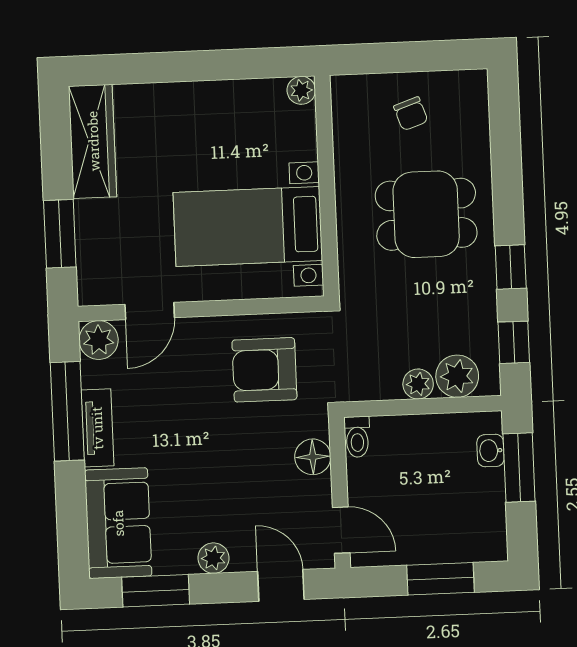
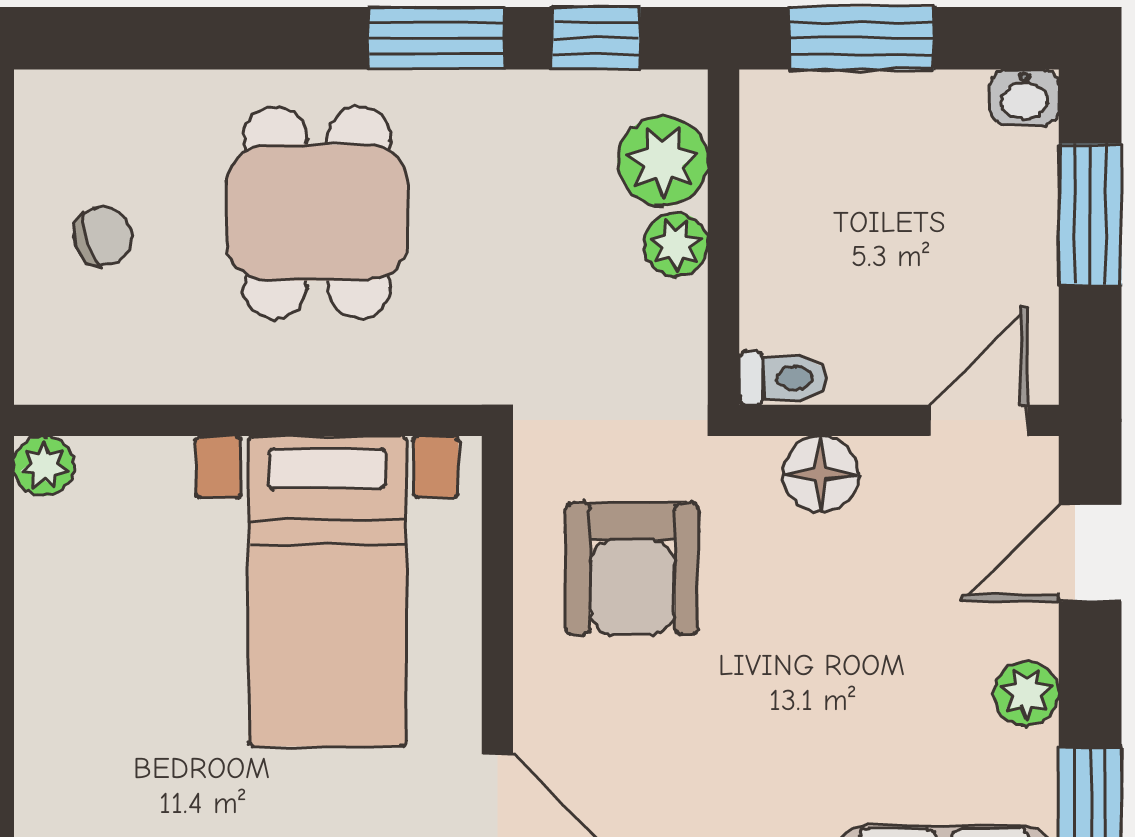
window: (511, 267) -> (436, 38), width x1.50
washbasin: (490, 451) -> (1025, 97), moved

